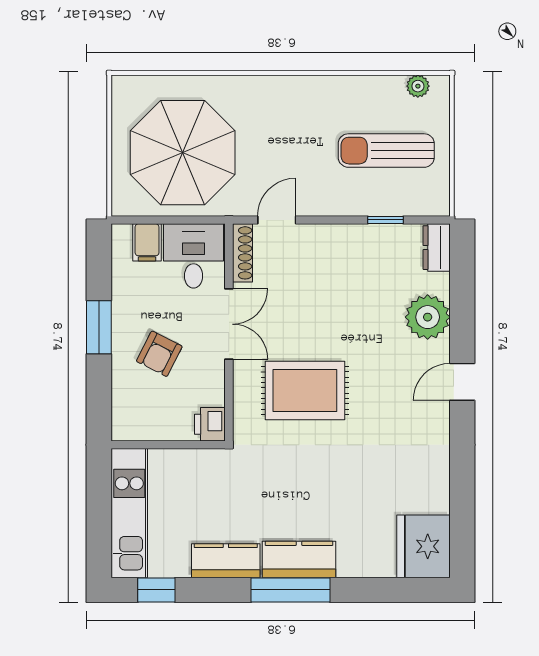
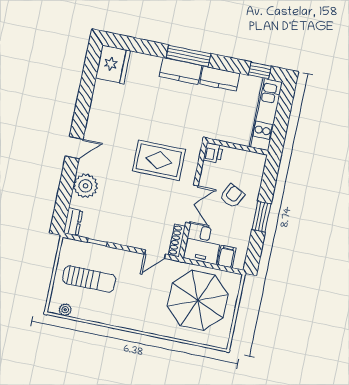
double door: (229, 324) -> (192, 204), swing flipped

